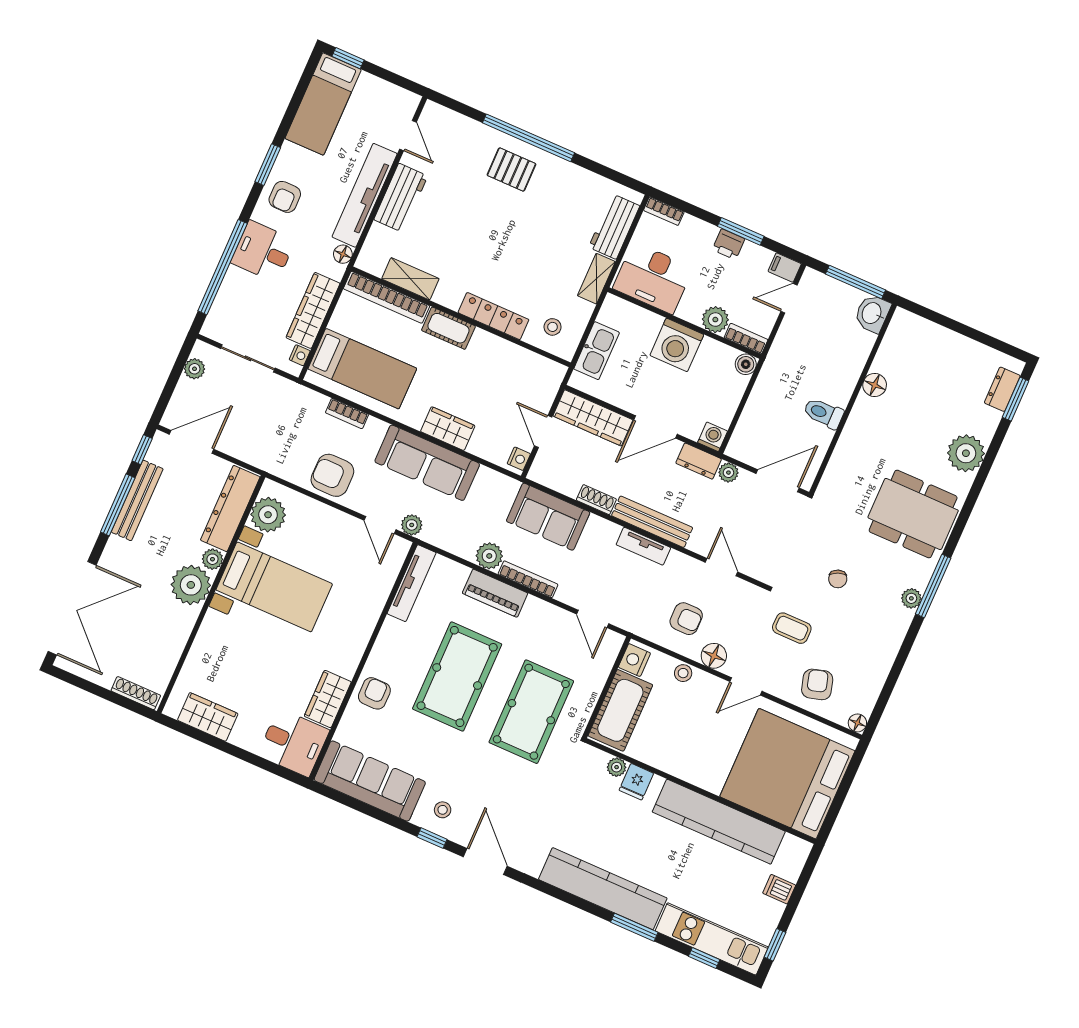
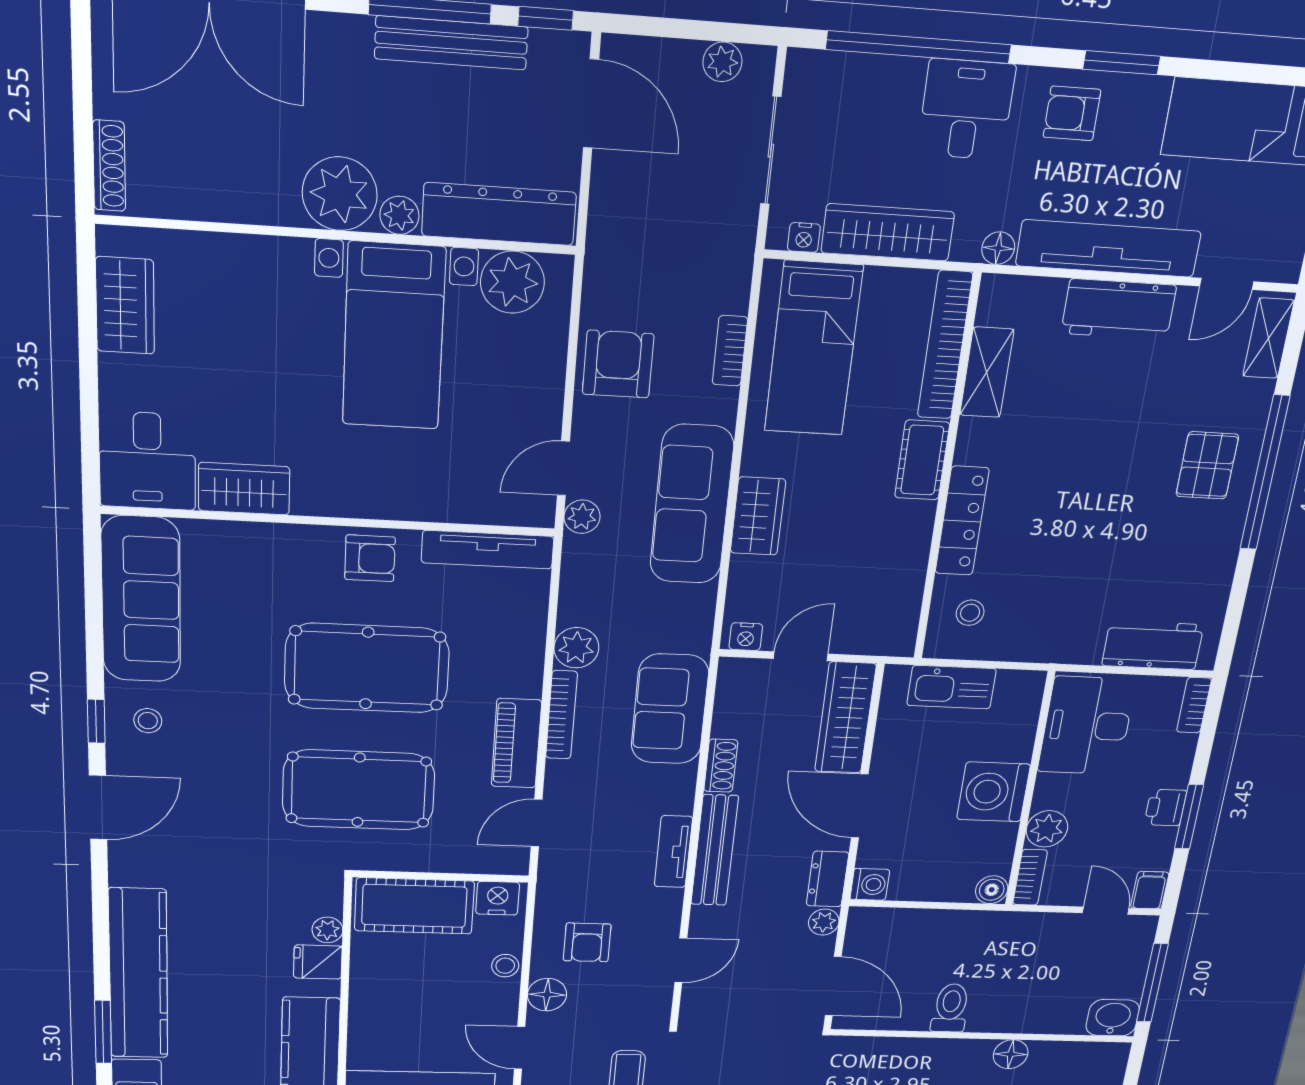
shelving: (596, 279) -> (1268, 338), moved, turned 90
piano: (495, 593) -> (516, 743), moved
armchair: (374, 693) -> (370, 558), moved

